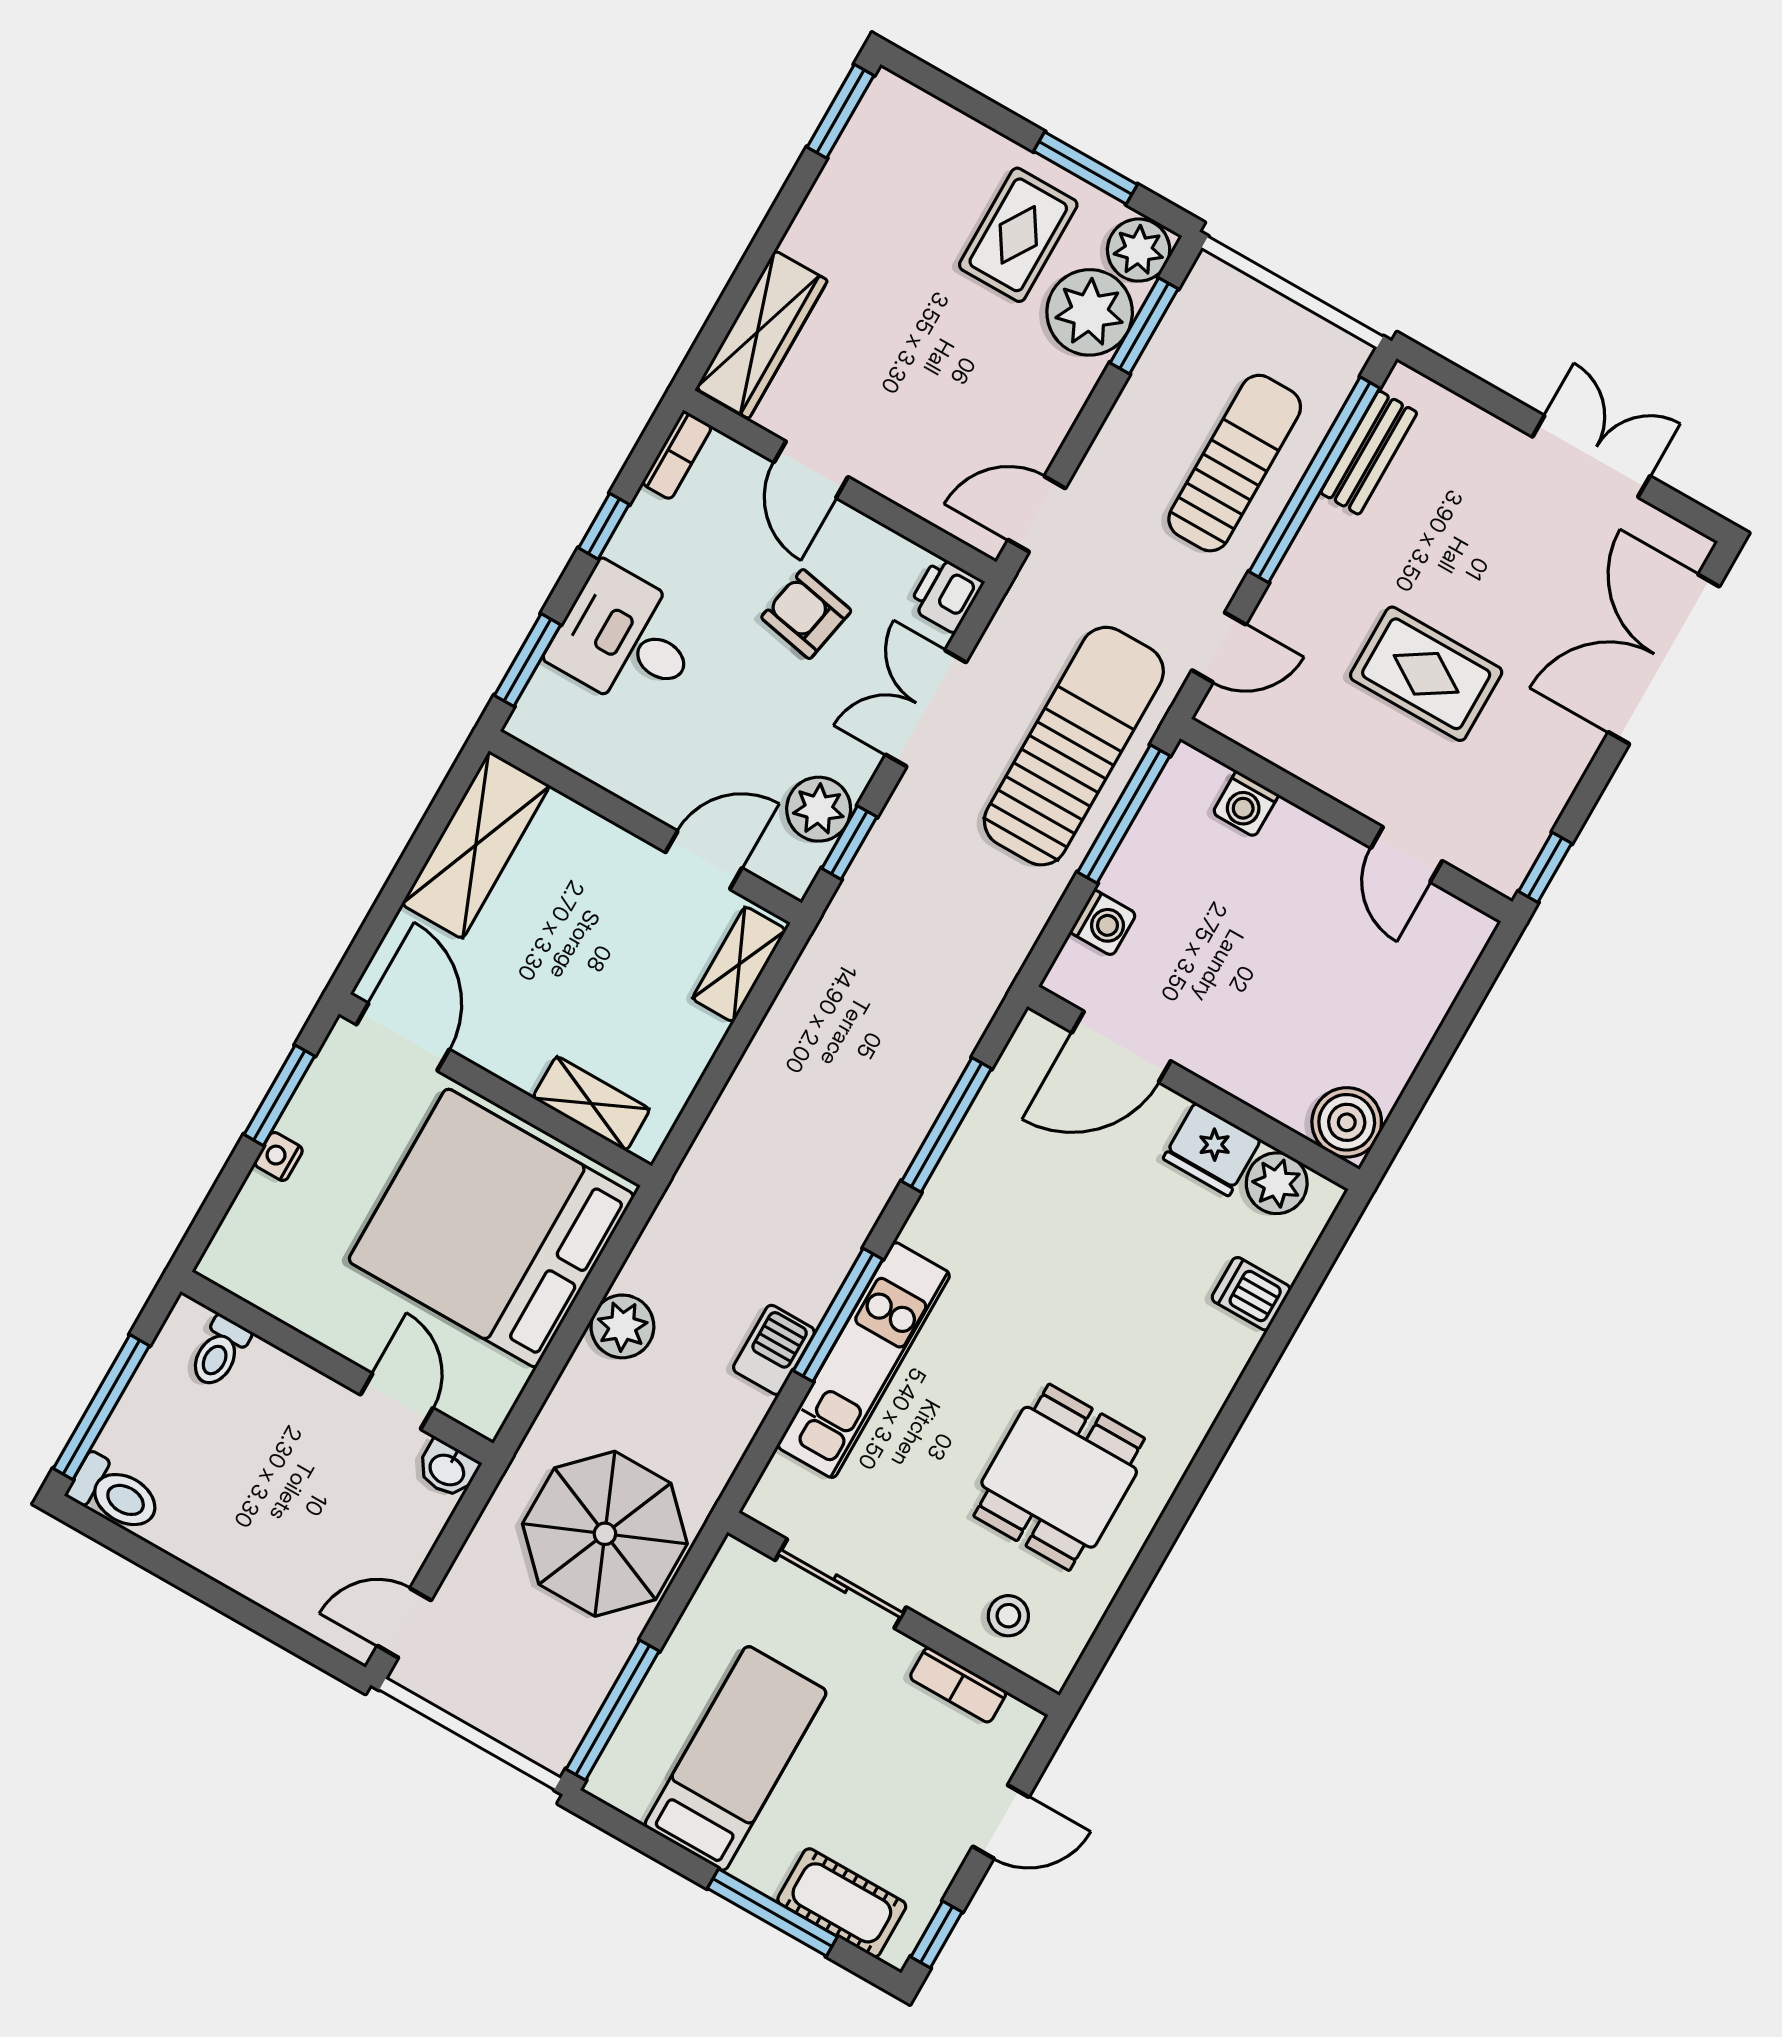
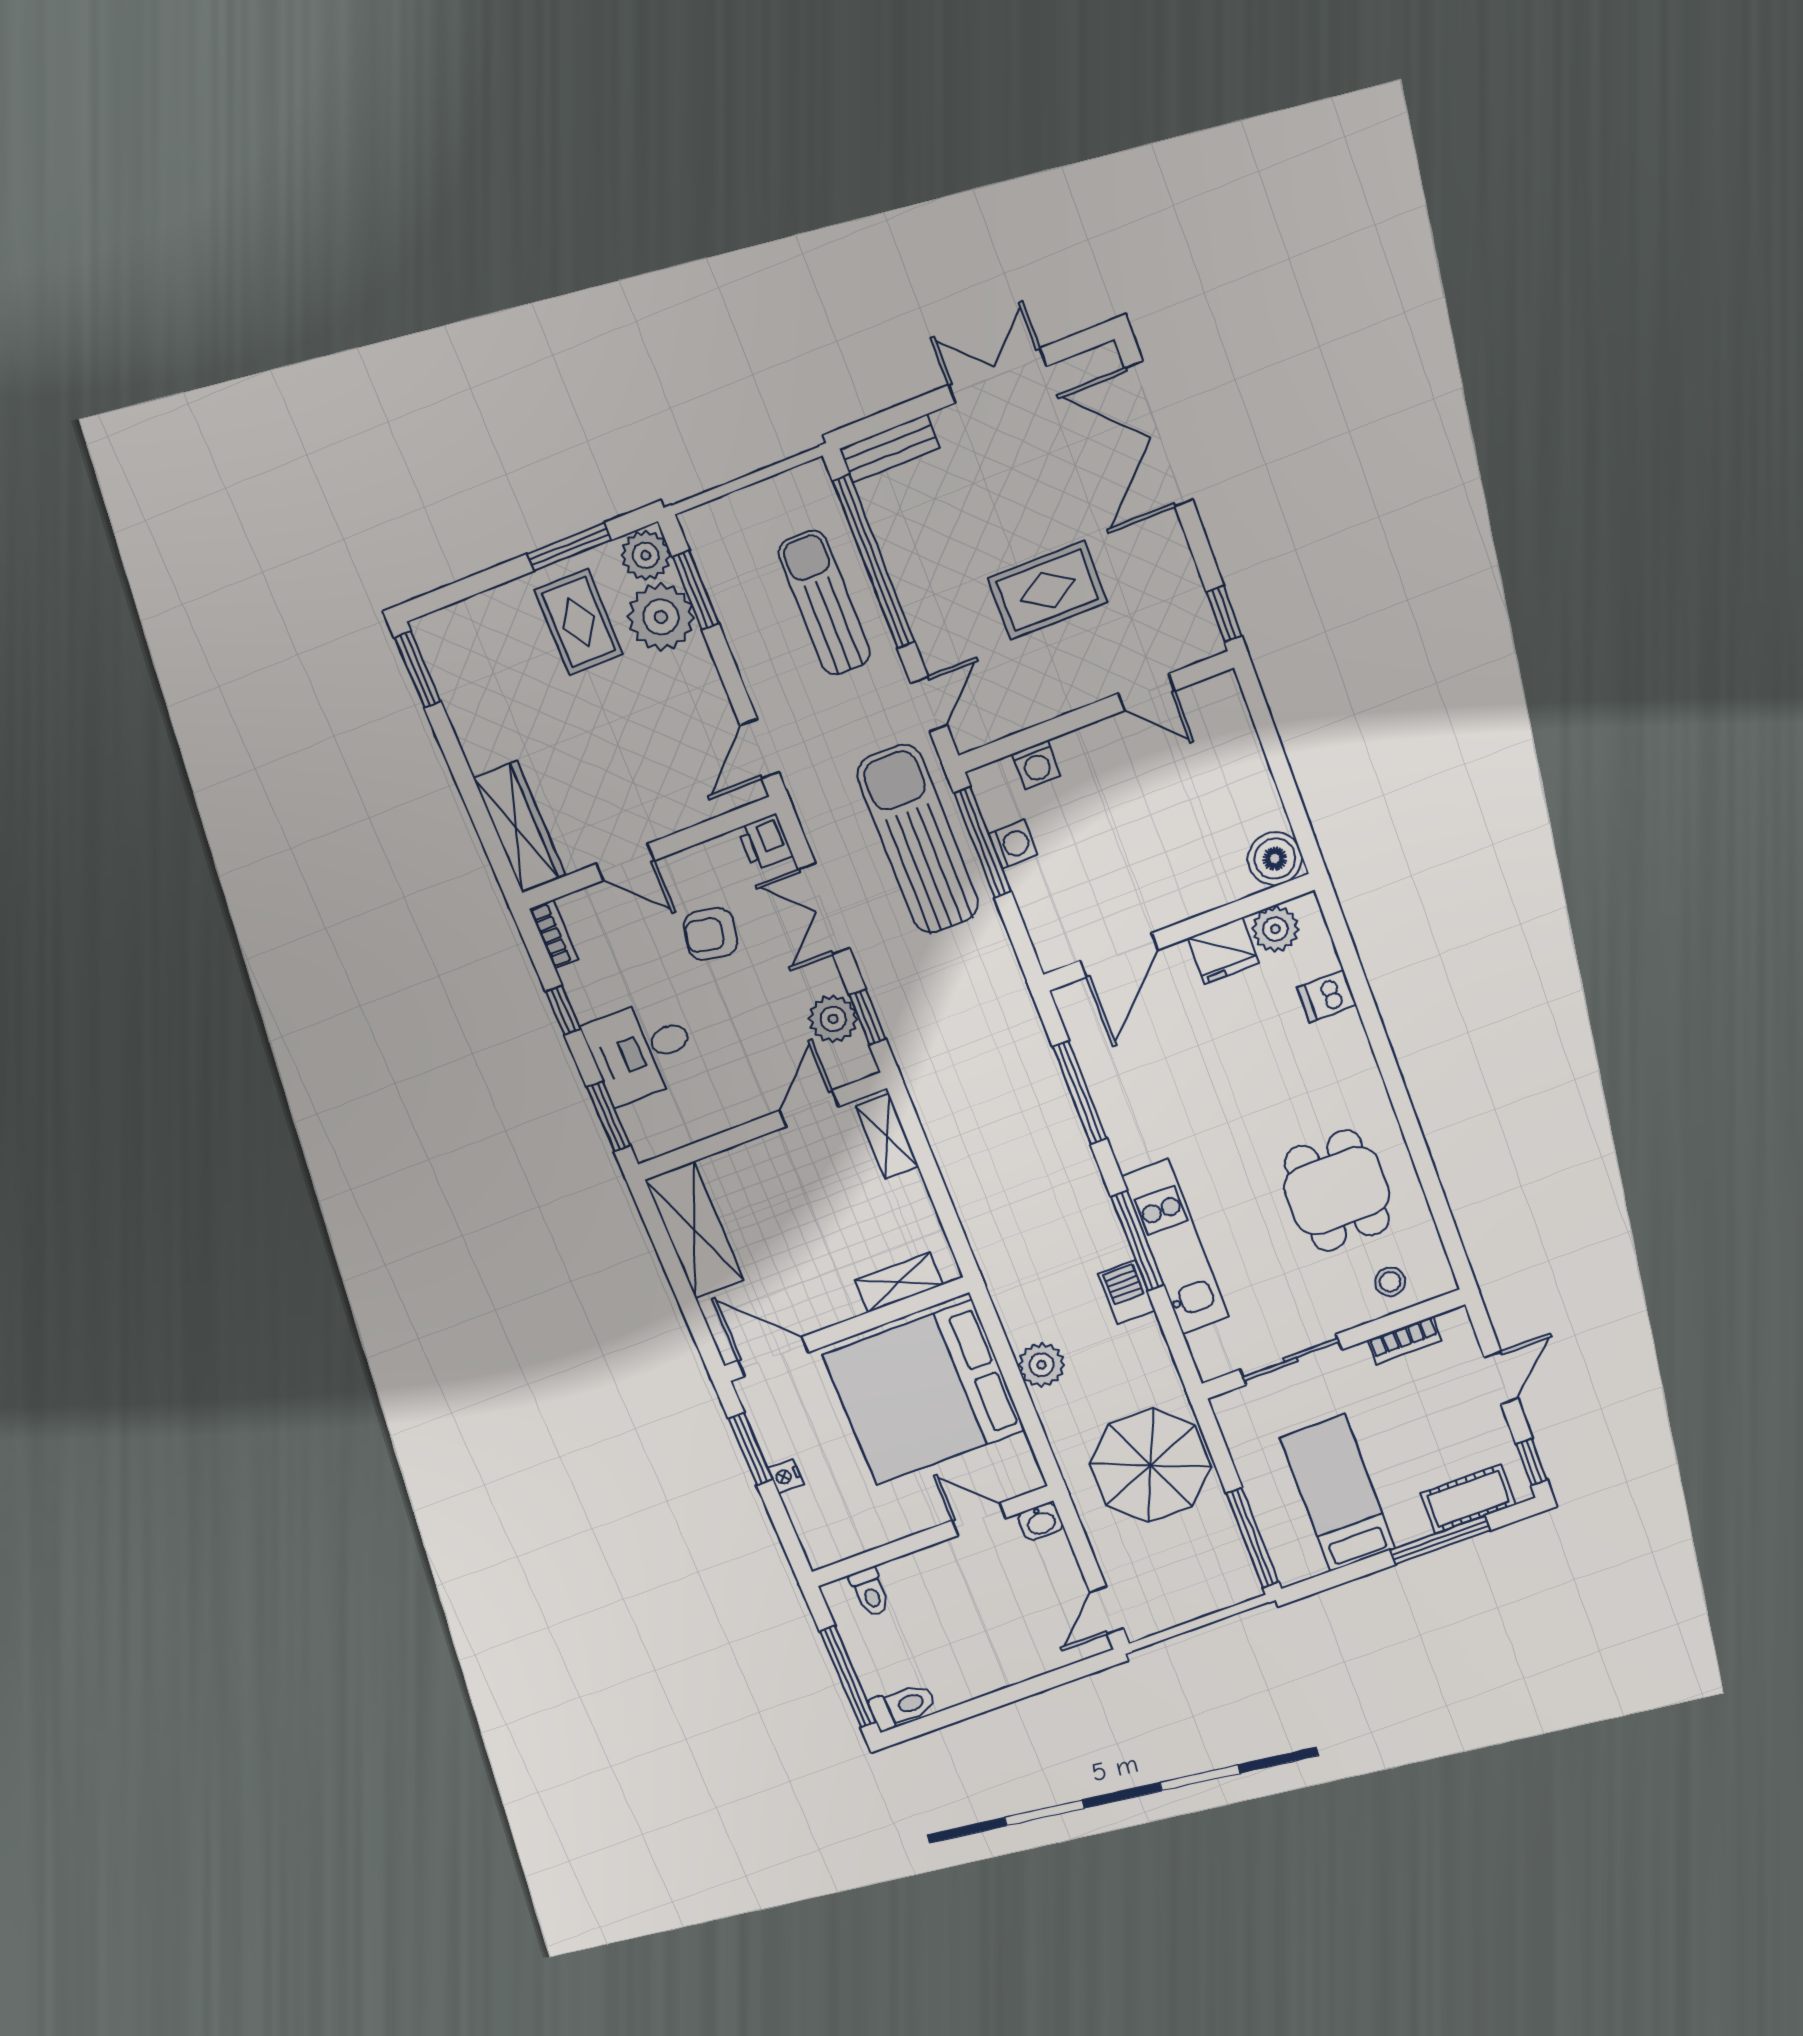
bench: (1369, 453) -> (890, 448), moved, turned 90
washing machine: (1103, 923) -> (1013, 844), moved

